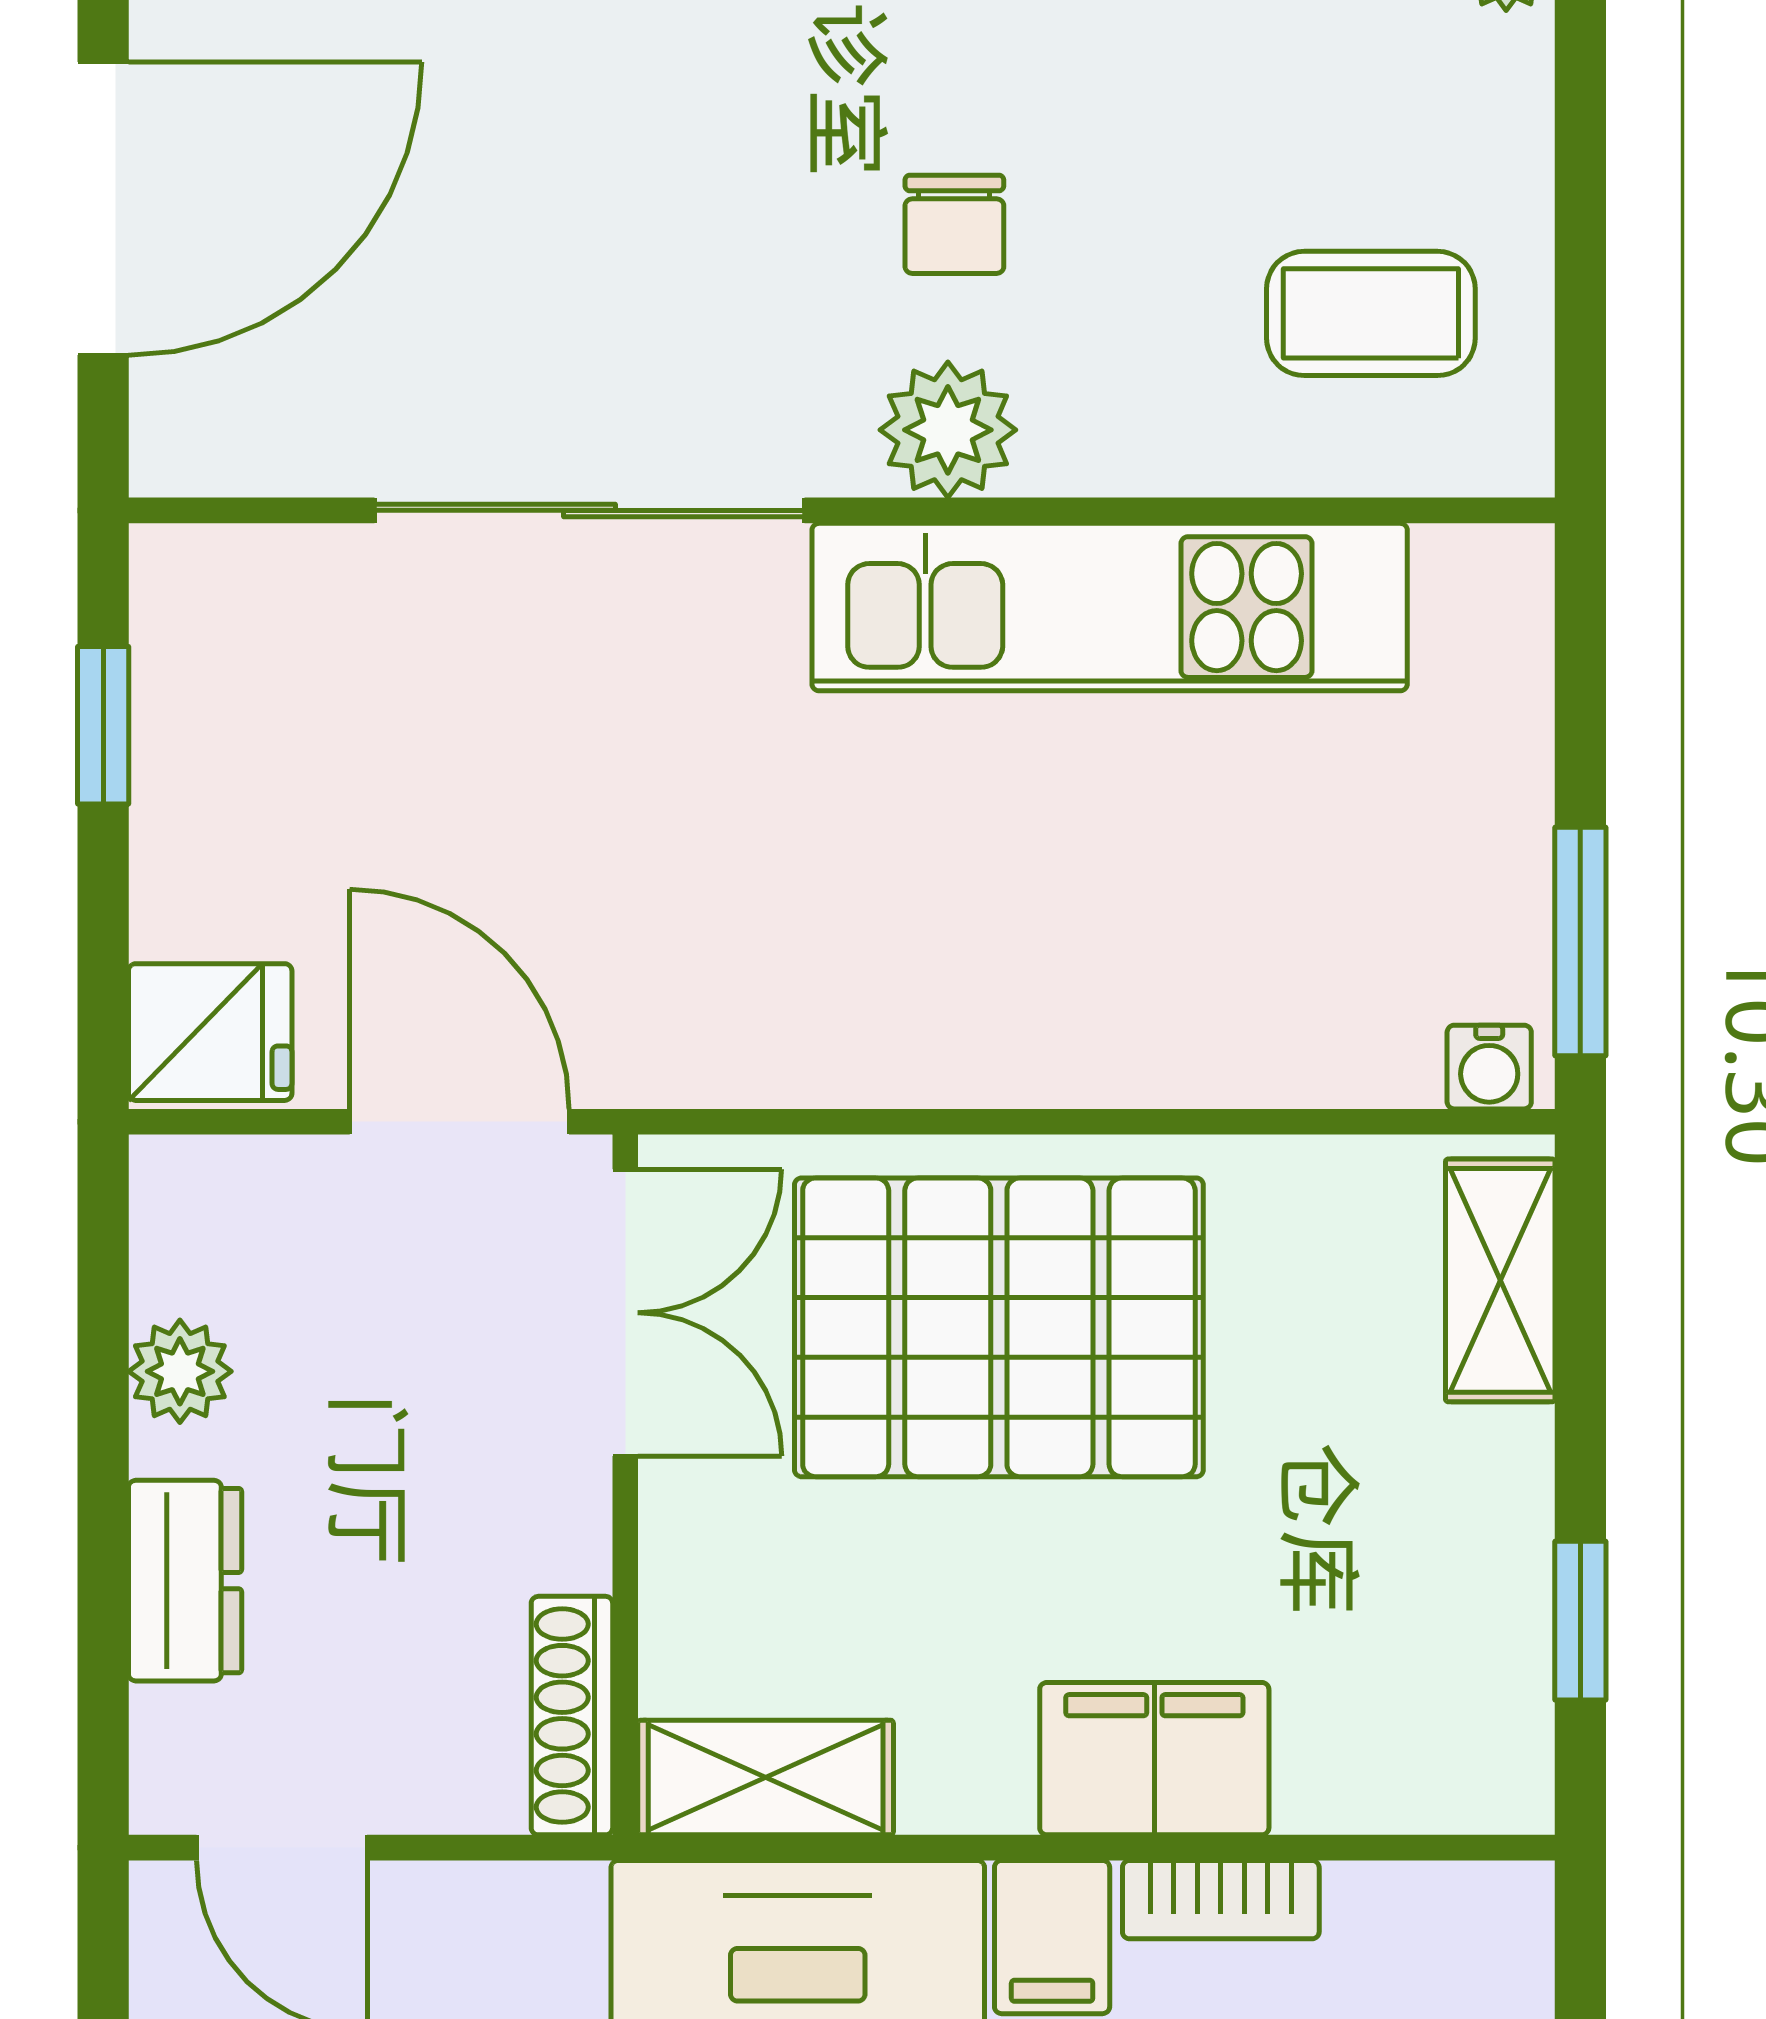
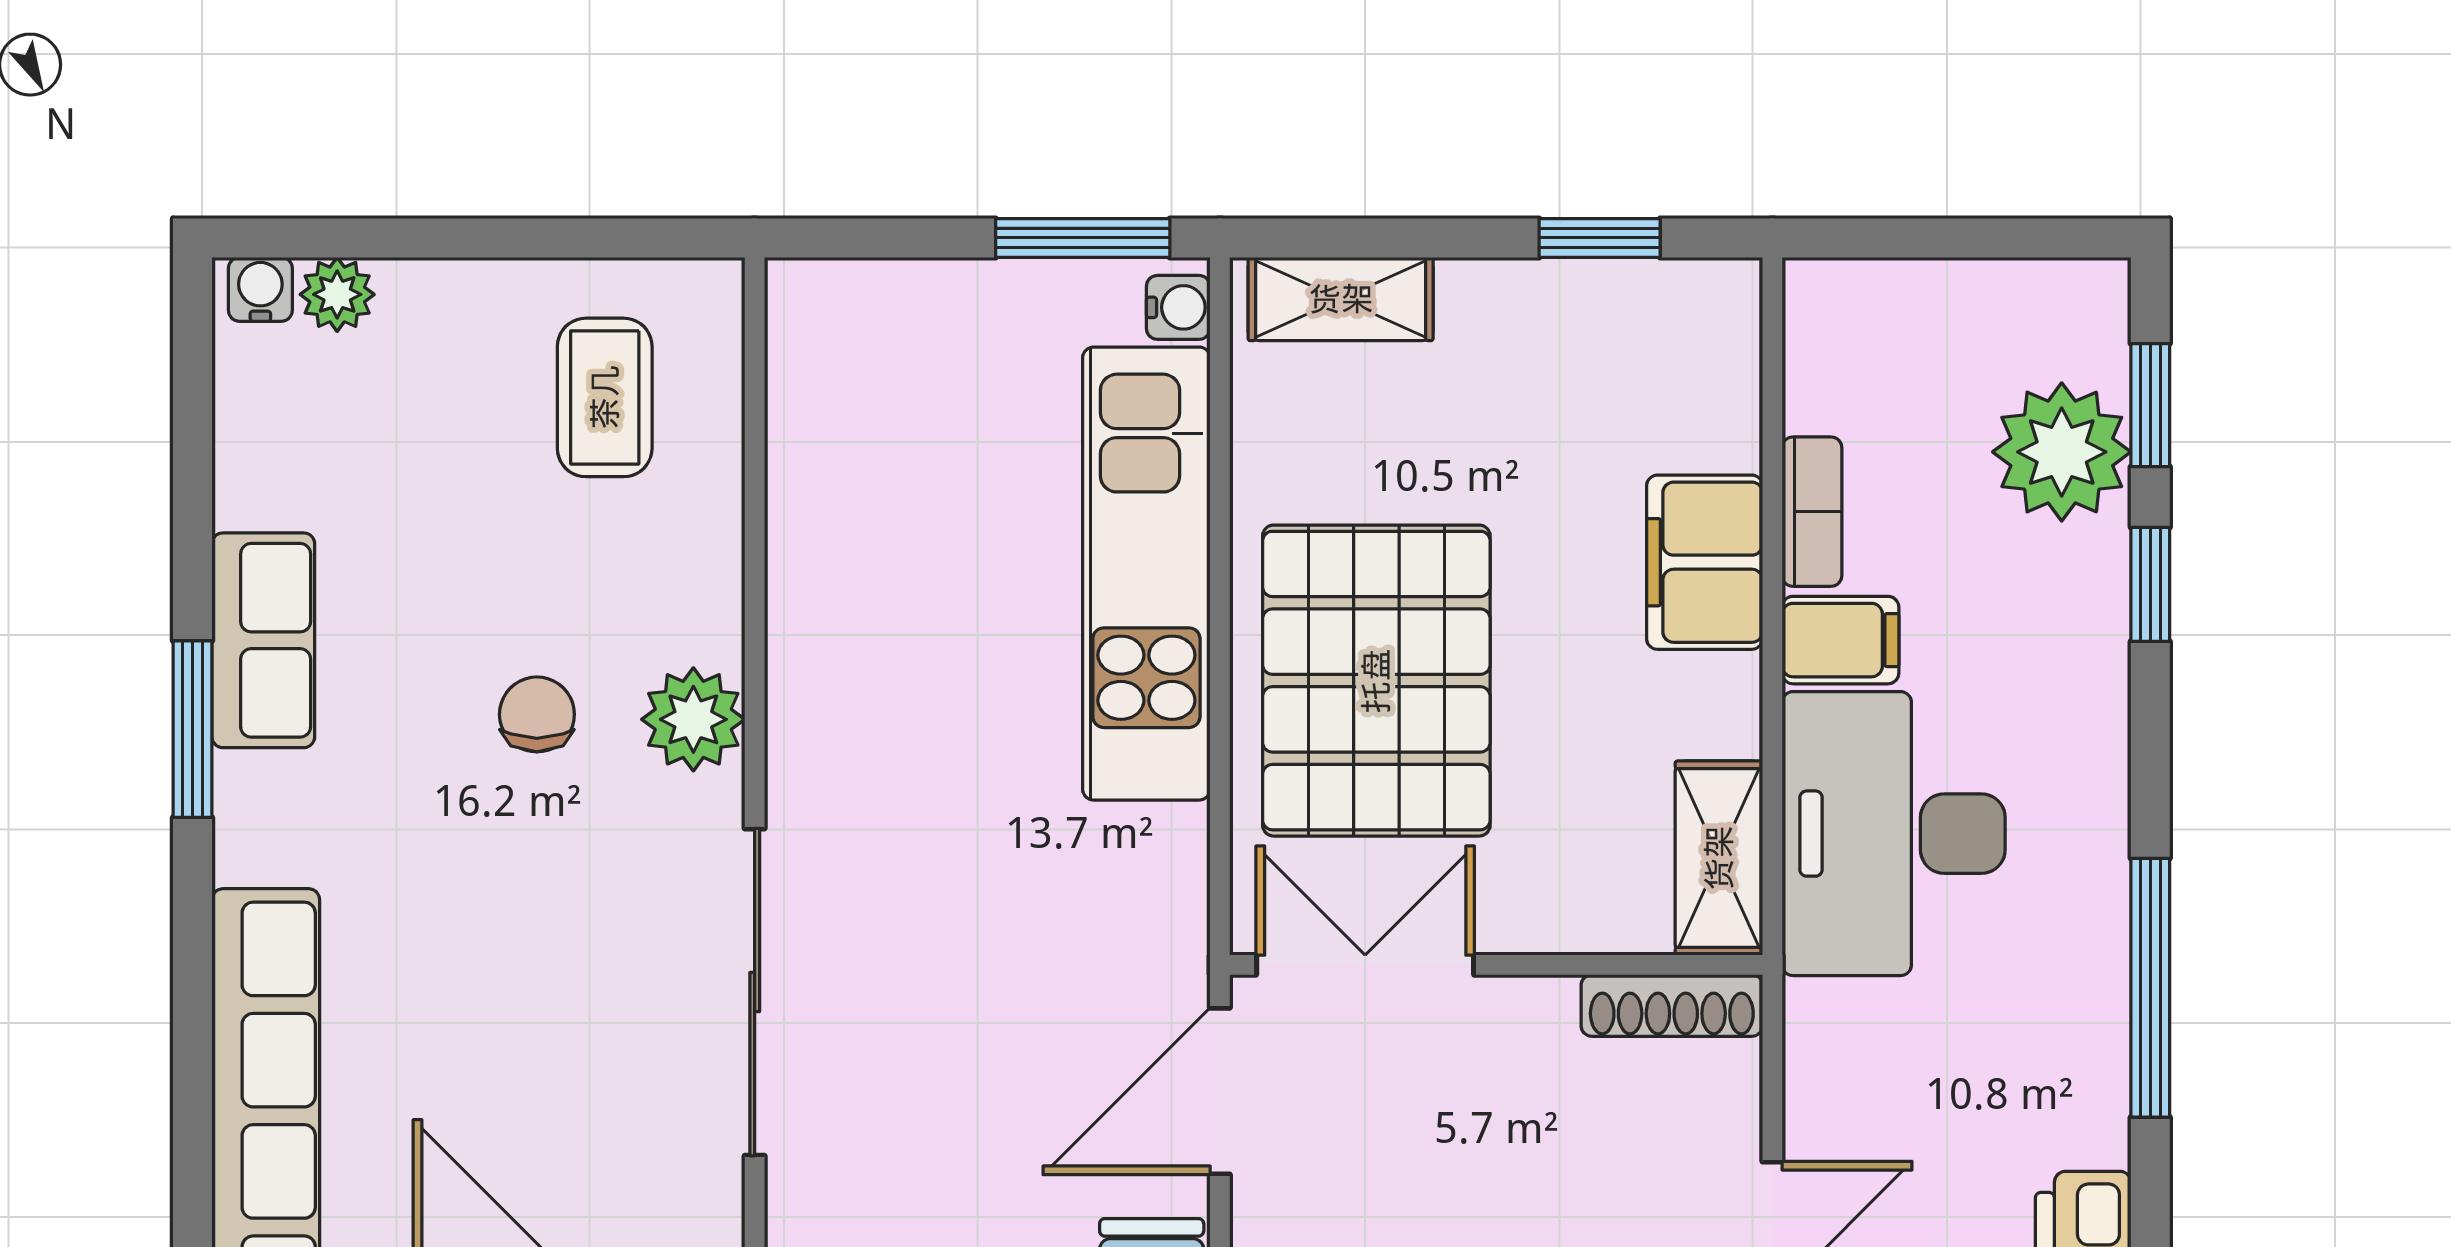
chair: (954, 224) -> (537, 714), turned -90
kitchen unit: (1110, 607) -> (1146, 574), moved, turned 180

